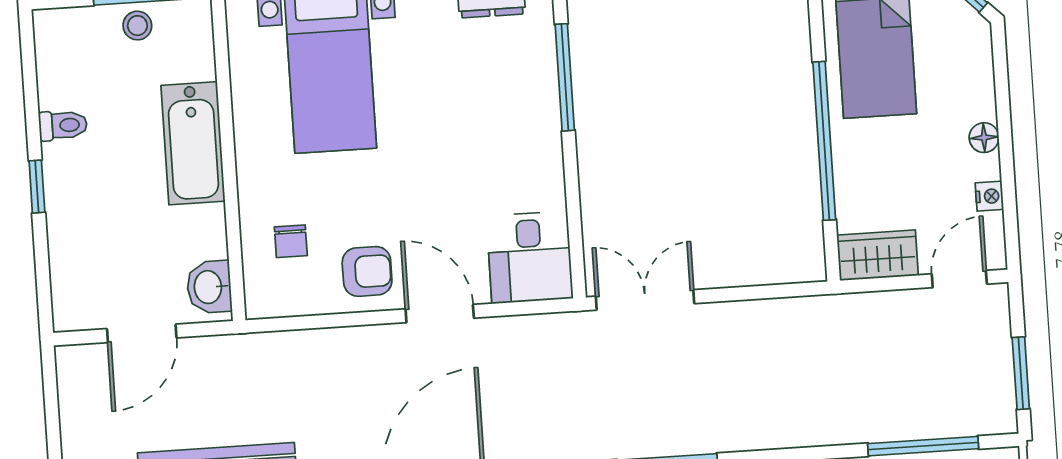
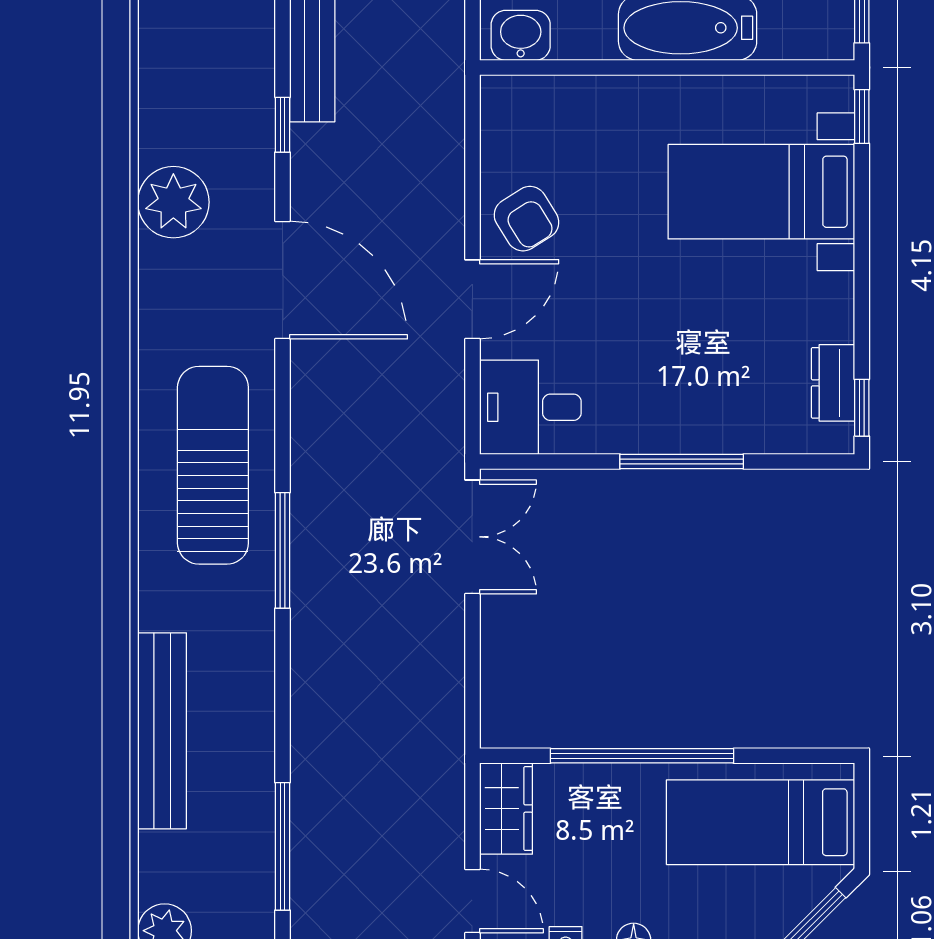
window: (565, 77) -> (682, 462), moved
chair: (291, 241) -> (567, 133), removed
armchair: (367, 271) -> (526, 219), turned -32

